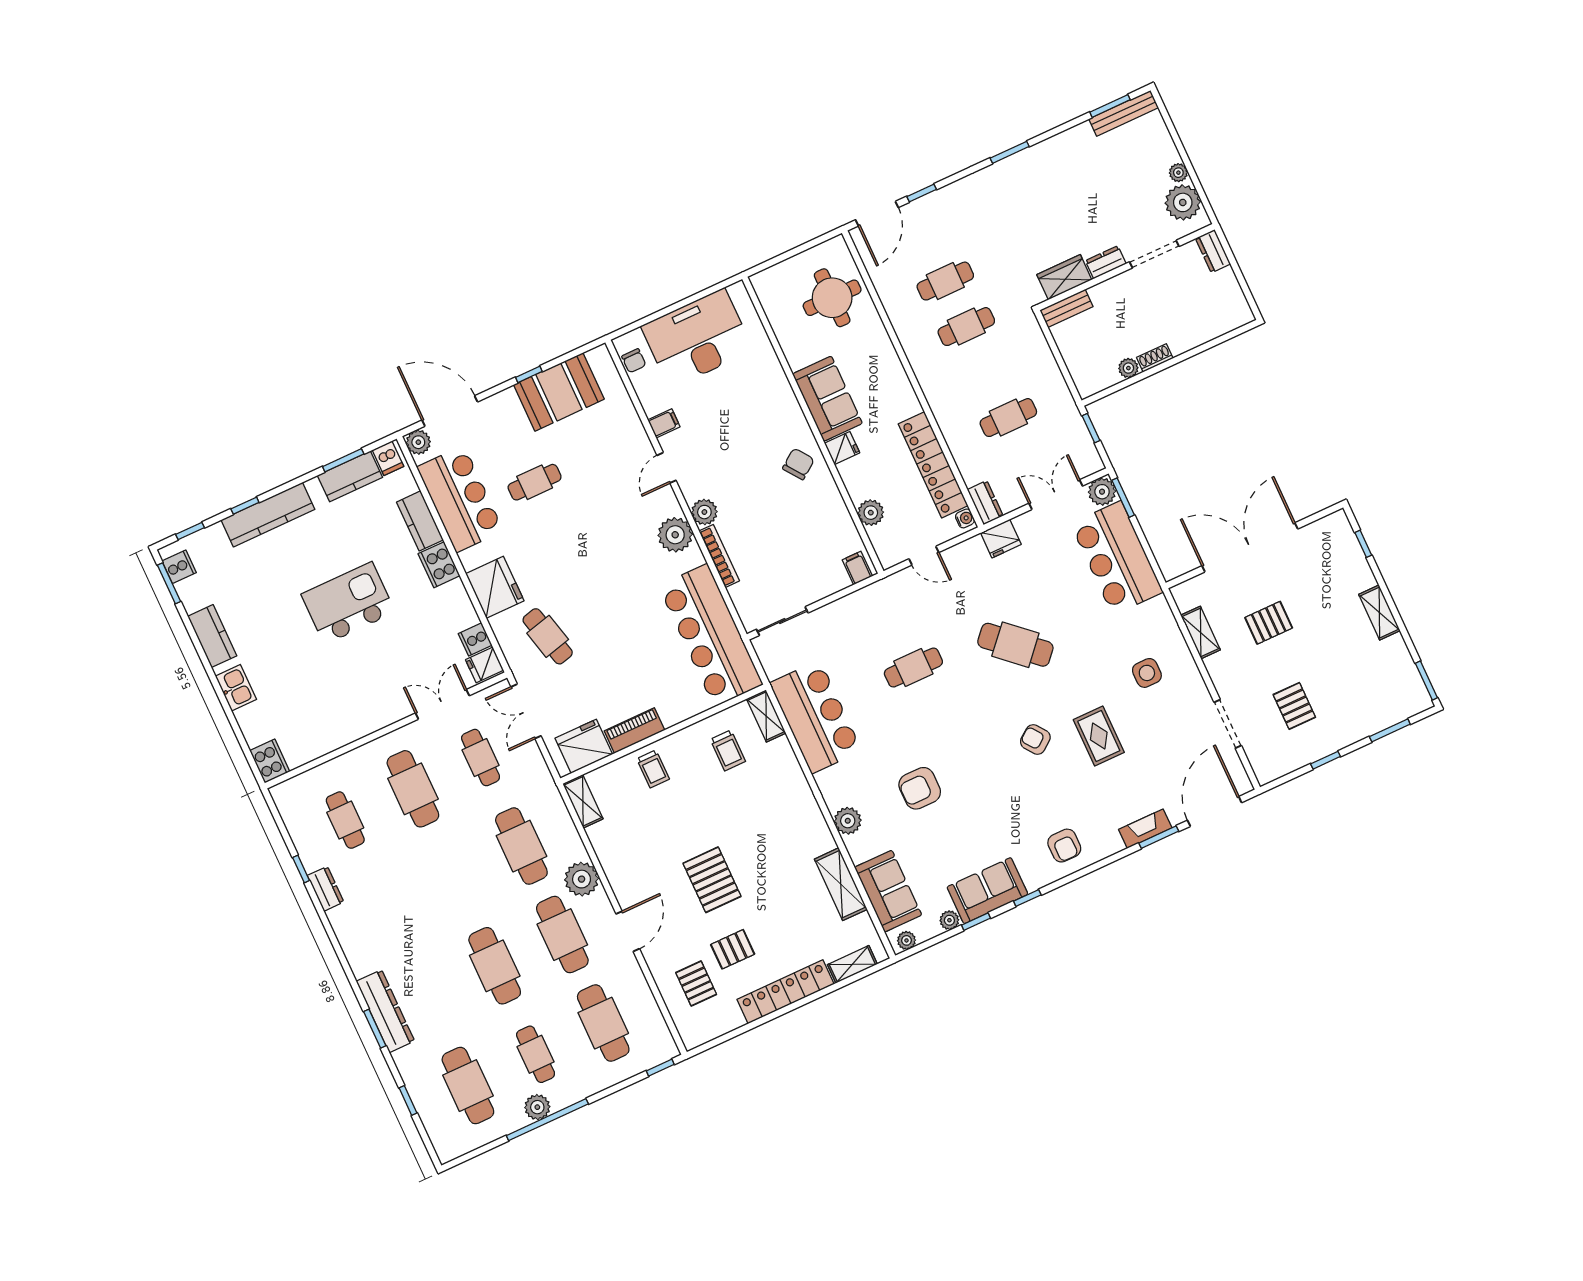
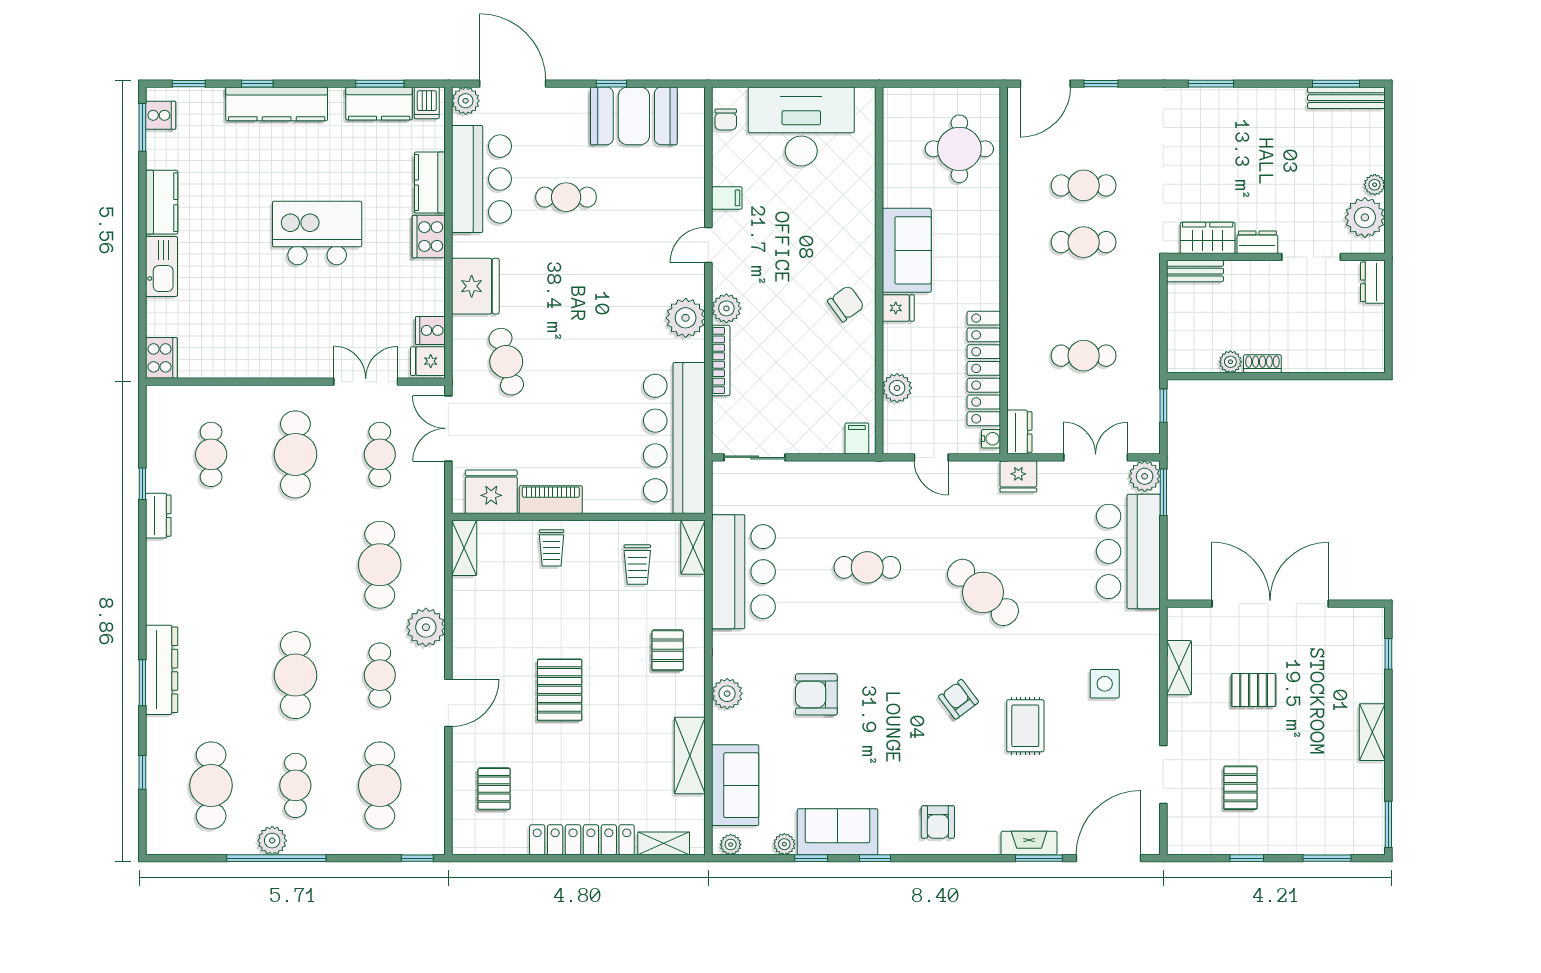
kitchen sink: (236, 688) -> (162, 266), width x1.38
cafe table: (562, 935) -> (380, 675), width x0.73, depth x0.74
pallet: (733, 949) -> (668, 650), moved, turned 90

